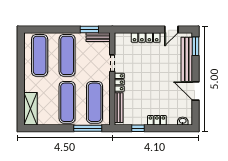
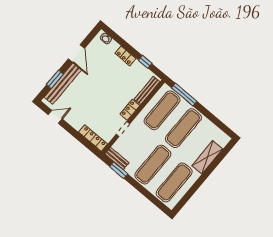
locker: (146, 37) -> (93, 138), moved
window: (195, 46) -> (55, 79), moved
shelving: (31, 109) -> (207, 157), moved

